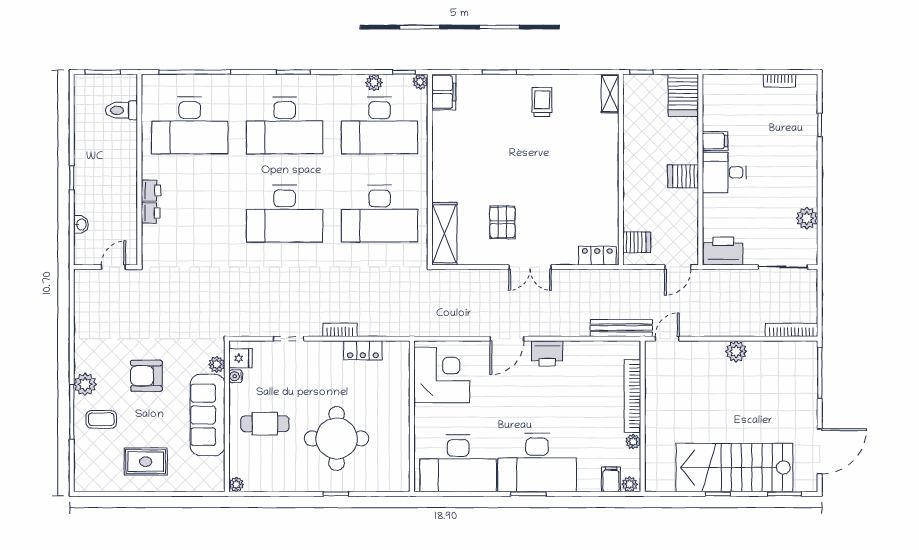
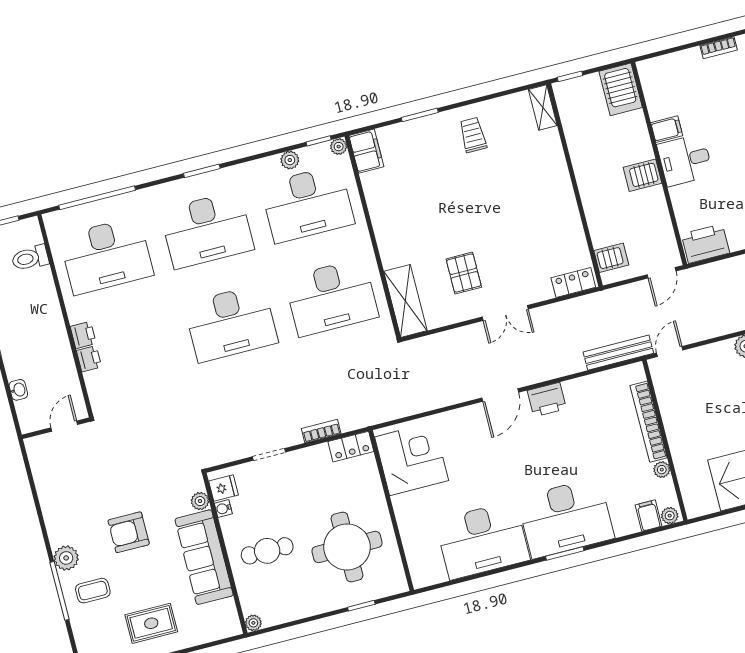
corner desk: (442, 375) -> (412, 459), moved
wall: (412, 416) -> (391, 511), moved

